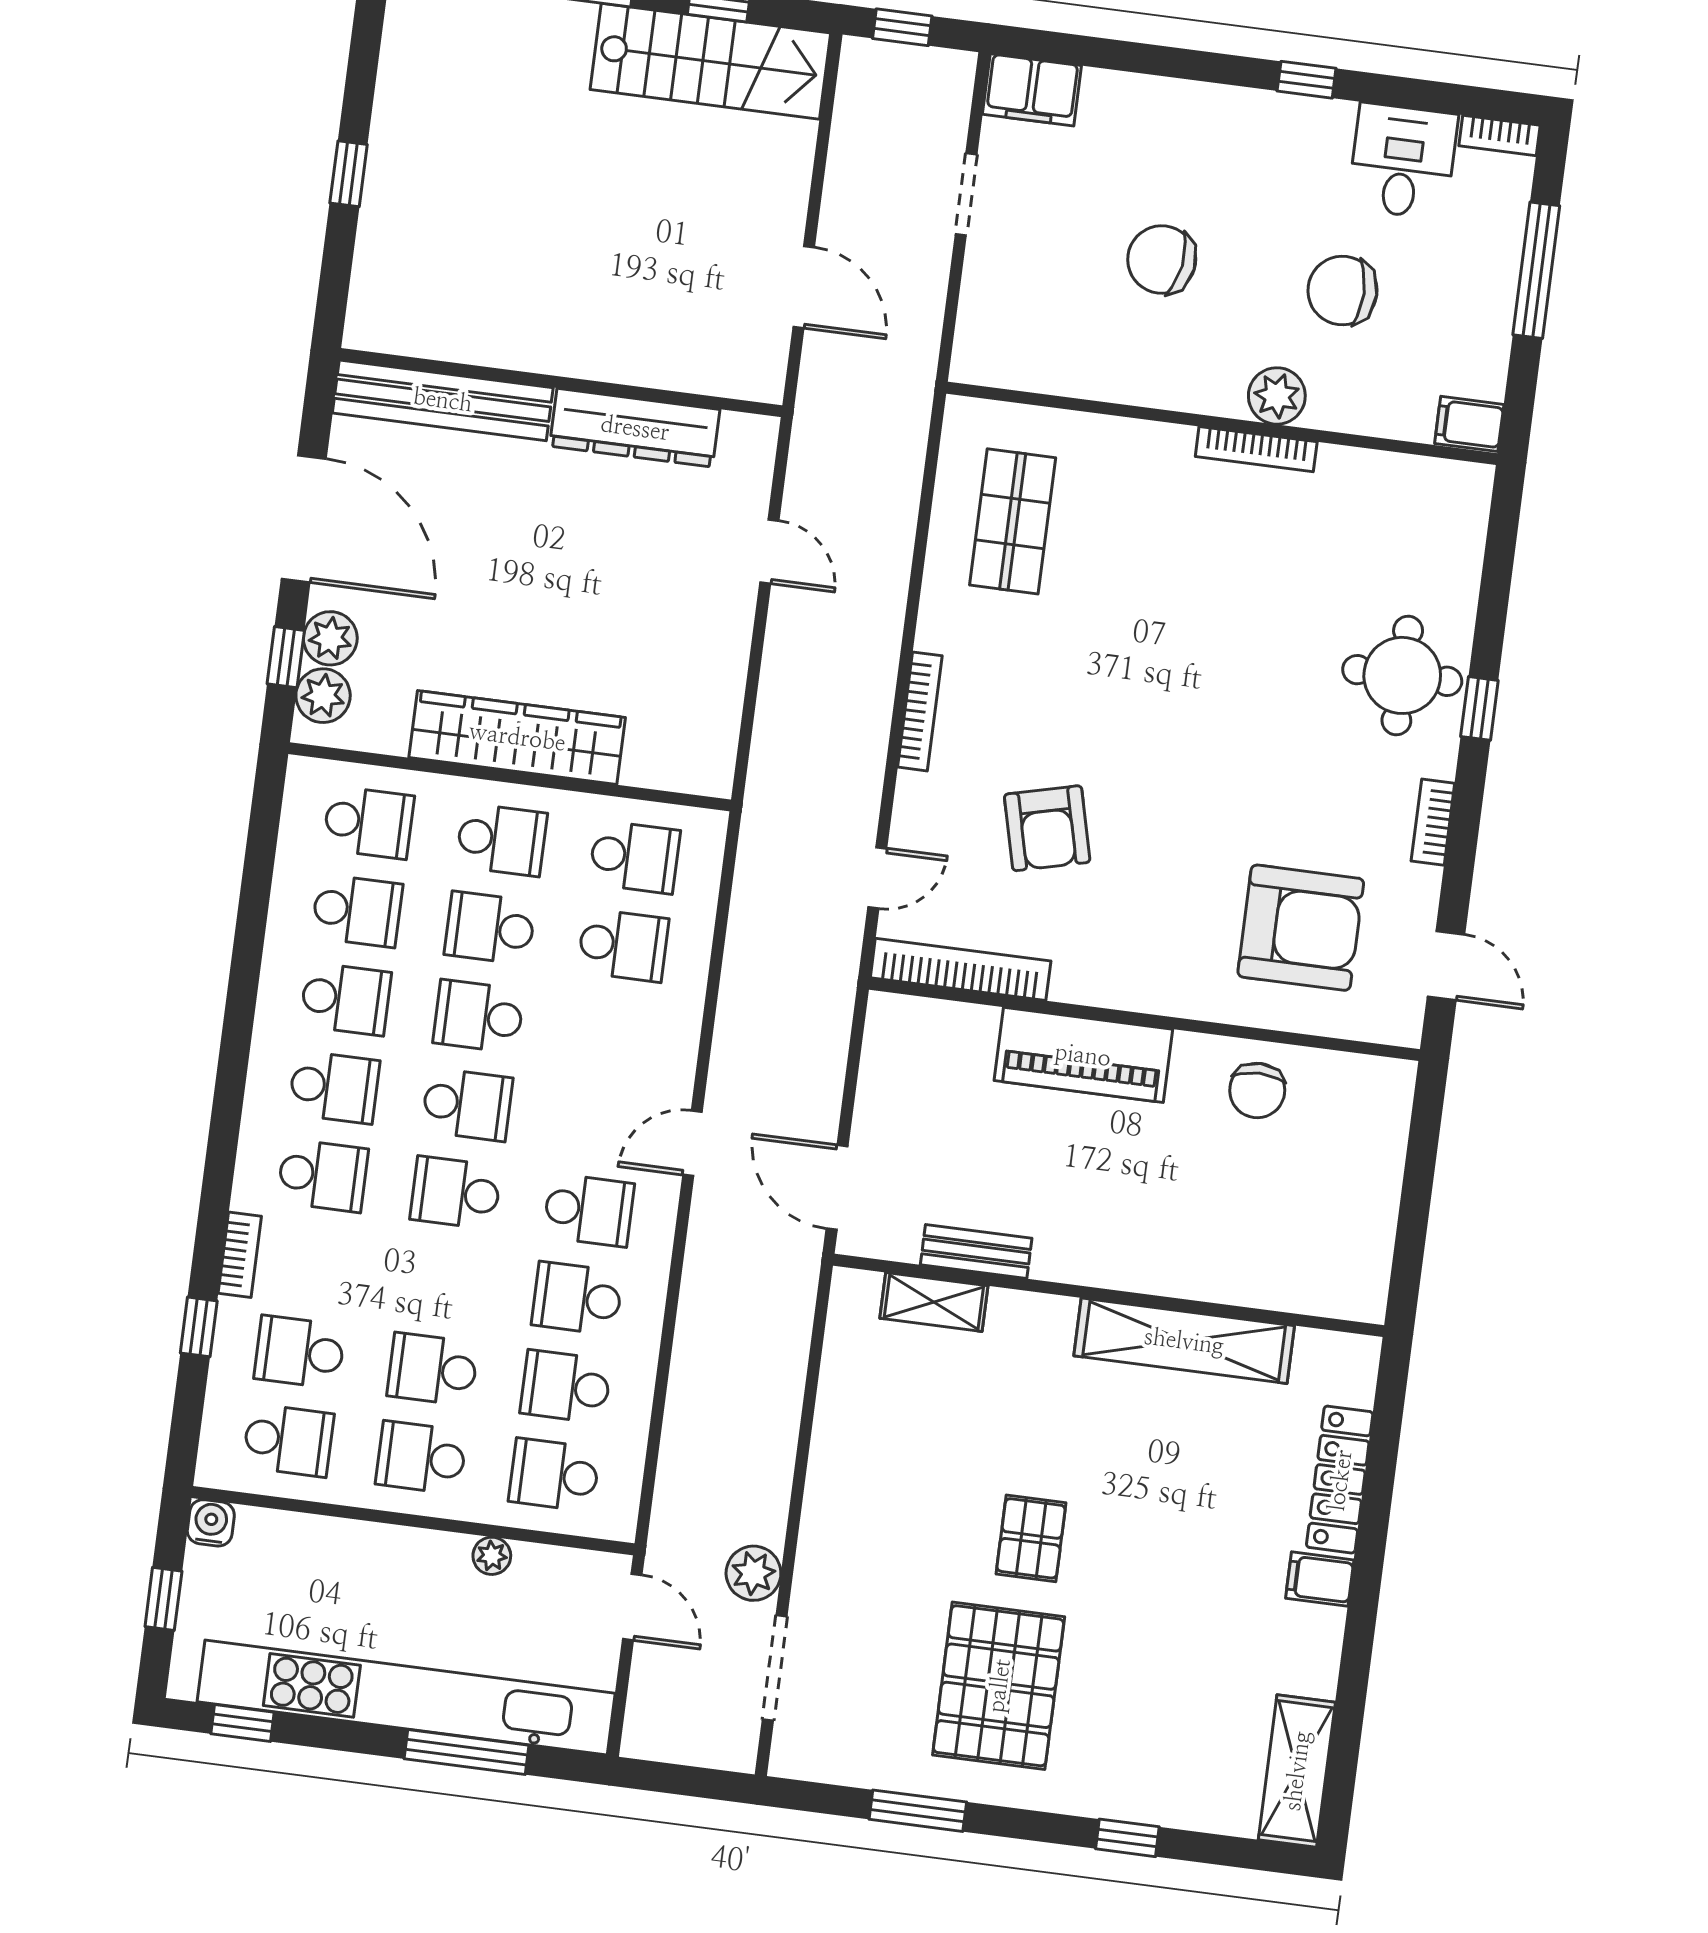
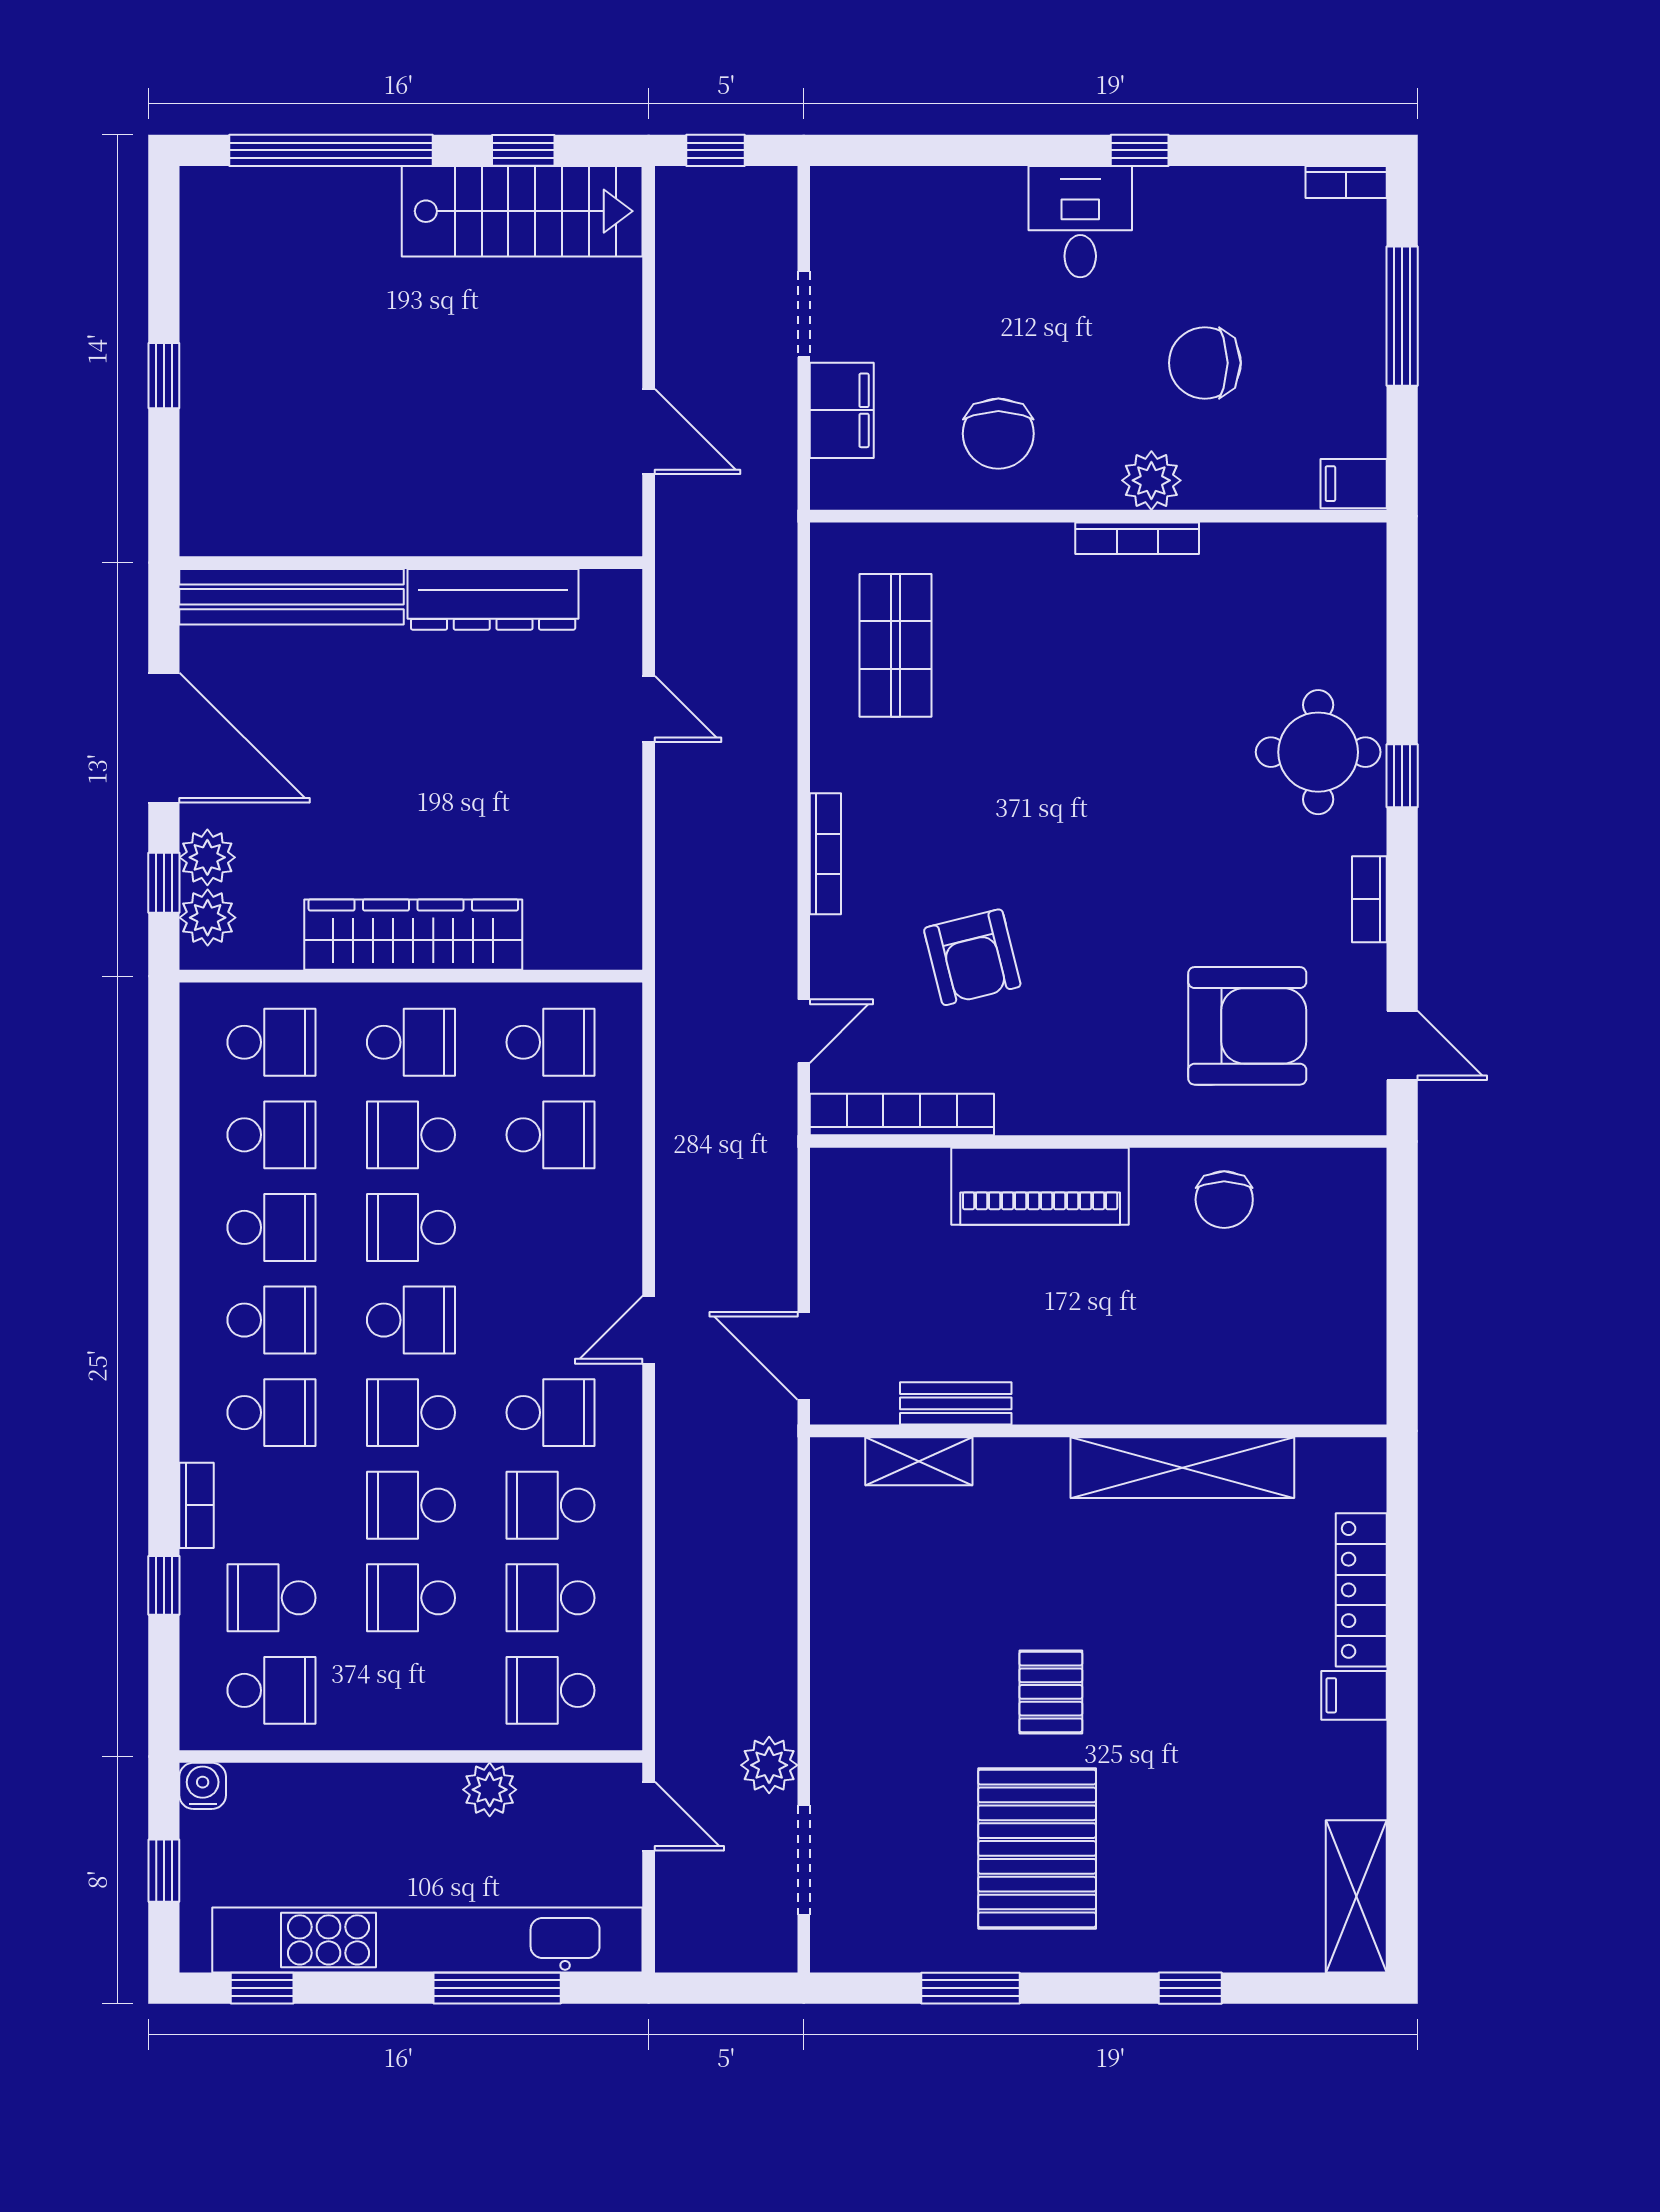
filing cabinet: (1032, 90) -> (842, 410), moved, turned -90
desk: (1403, 161) -> (1080, 222), moved
chair: (1162, 260) -> (998, 434), moved, turned -99
school desk: (421, 1458) -> (411, 1505), moved
plant: (492, 1556) -> (490, 1790), width x1.38, depth x1.38

